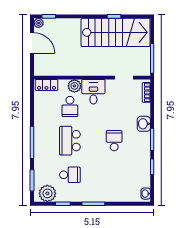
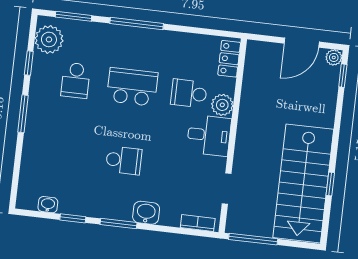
washbasin: (146, 194) -> (48, 205), moved

